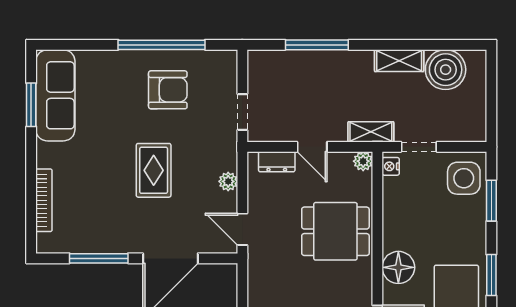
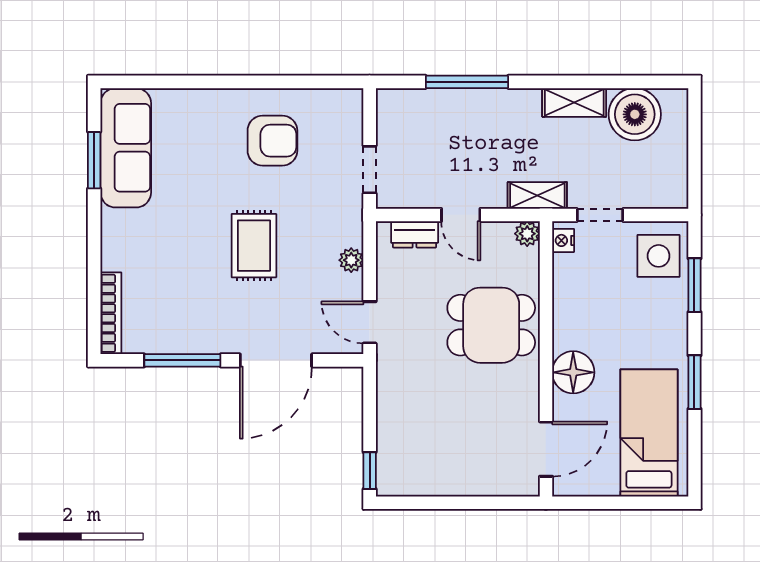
window: (162, 45) -> (264, 82), removed
bookcase: (44, 200) -> (111, 313), moved

